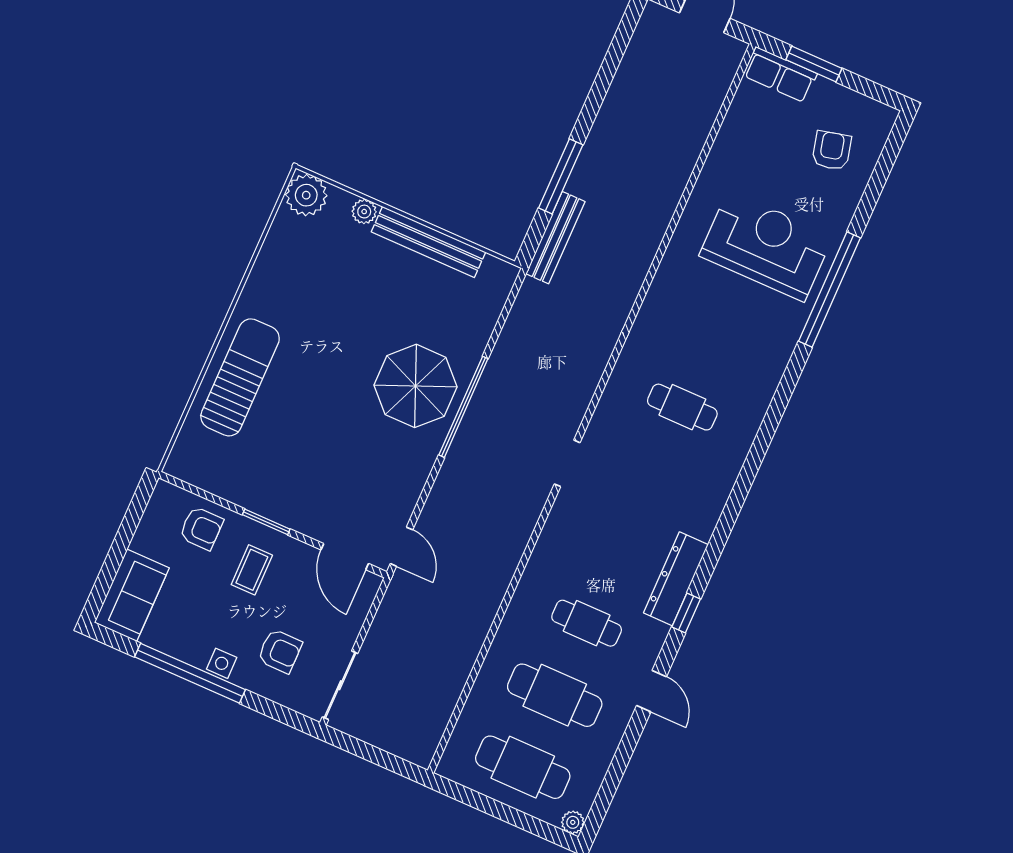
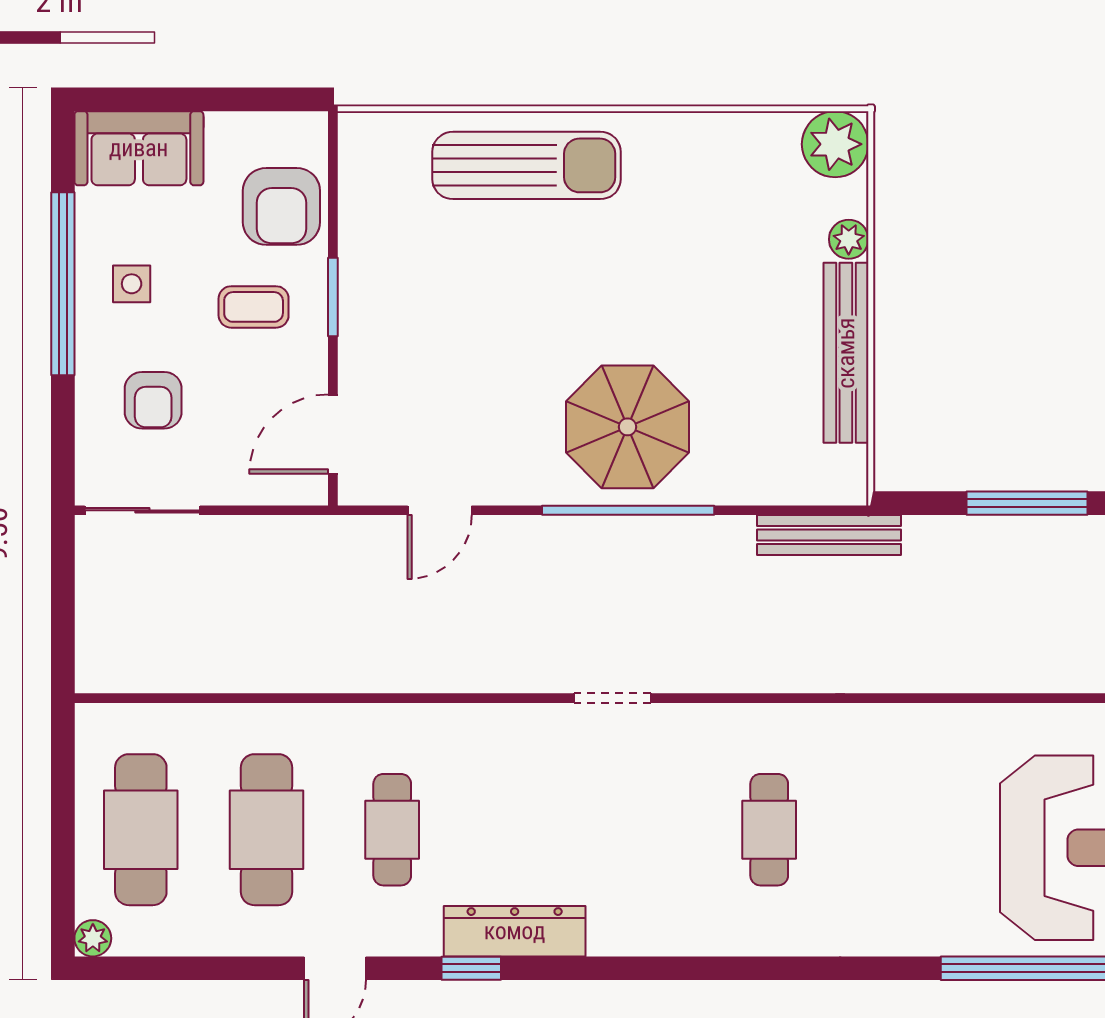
bench: (555, 238) -> (829, 535), moved
armchair: (201, 528) -> (281, 206), width x1.38, depth x1.38
door: (401, 547) -> (440, 510), moved
side table: (222, 663) -> (132, 284), moved

